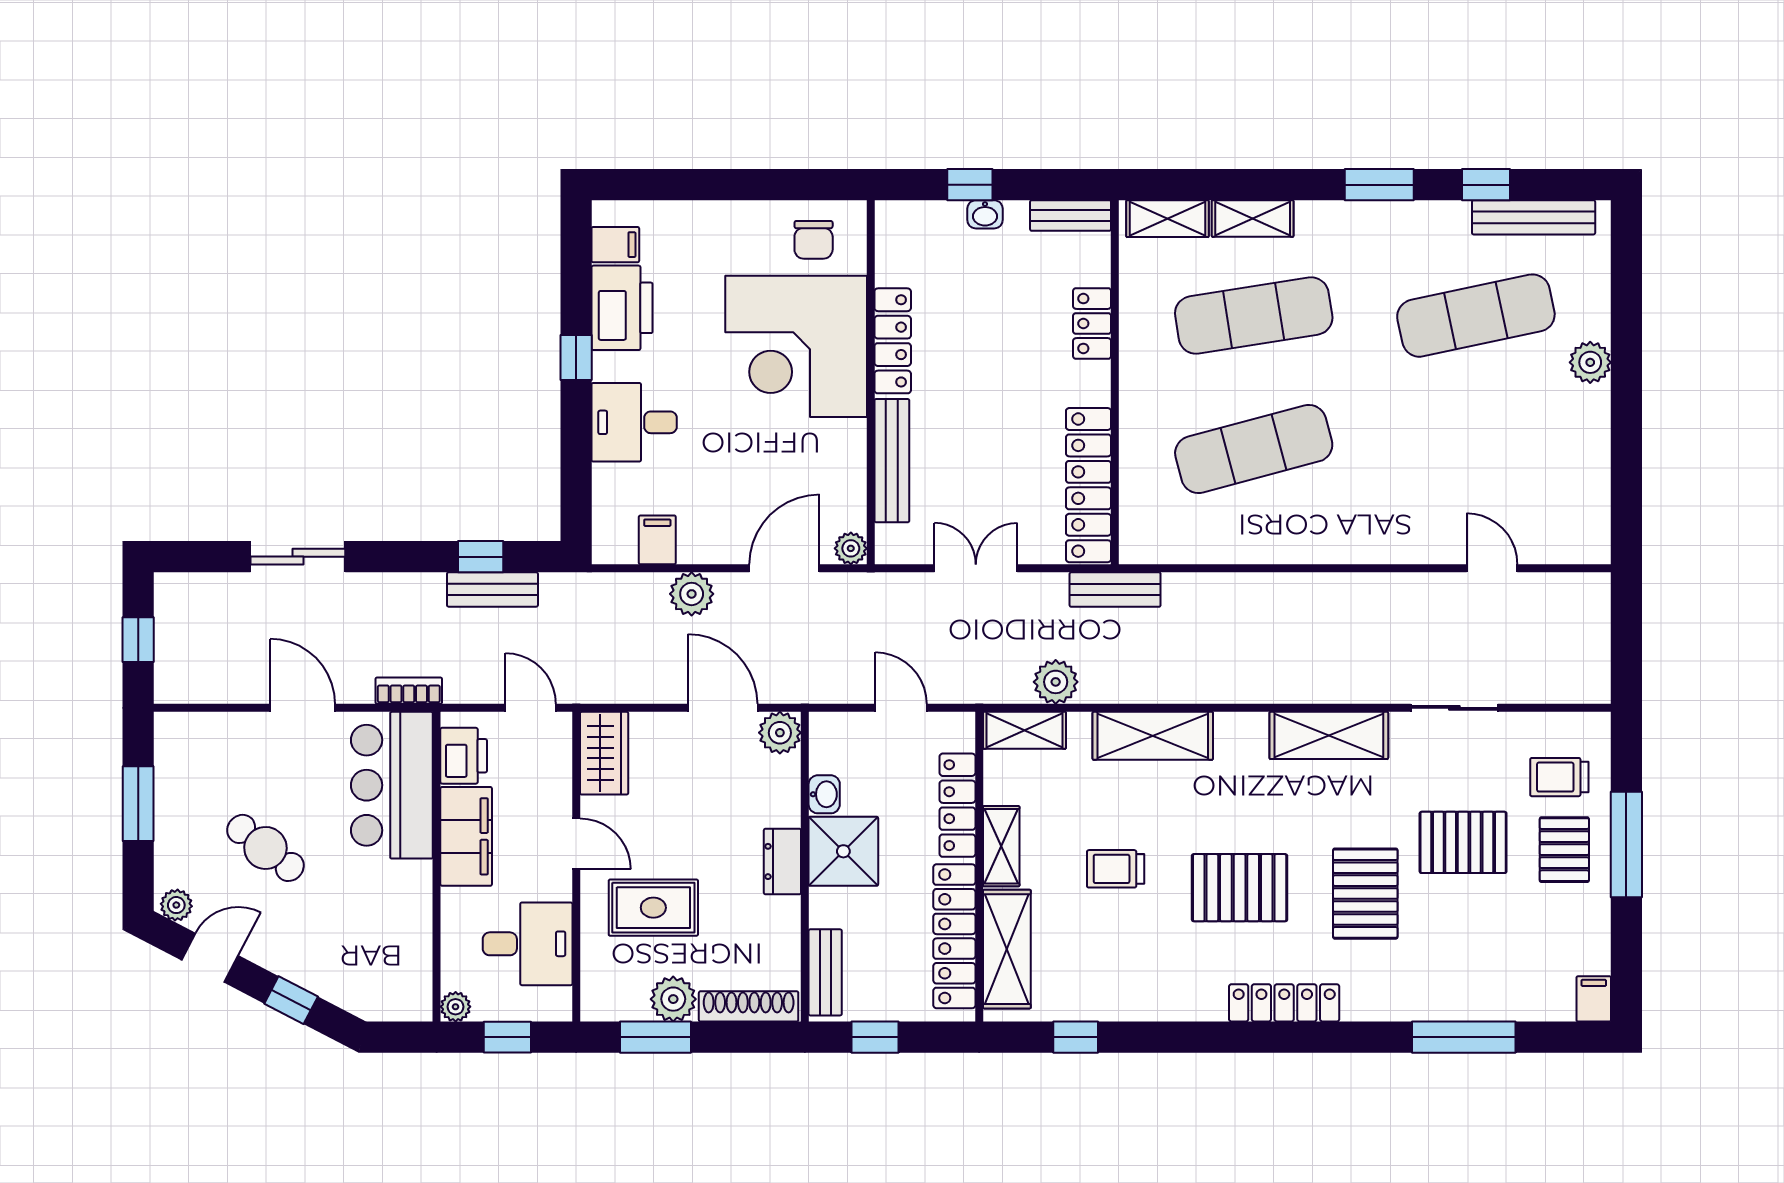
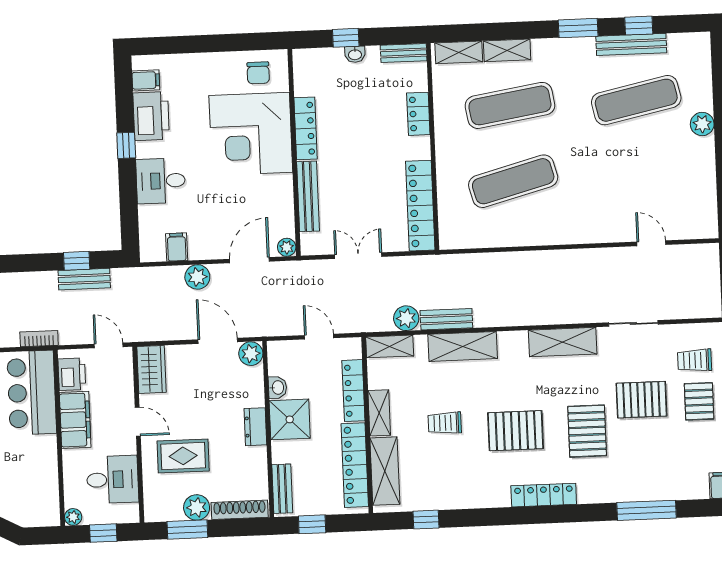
bench: (1534, 217) -> (631, 44), moved
bench: (1115, 590) -> (446, 319), moved

